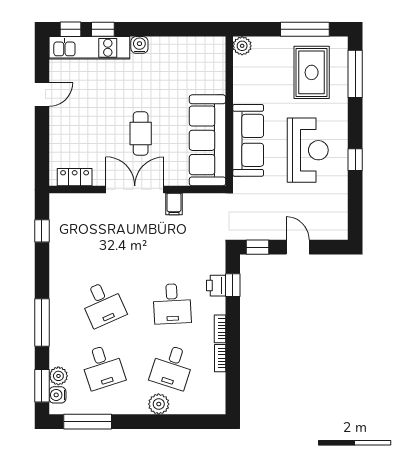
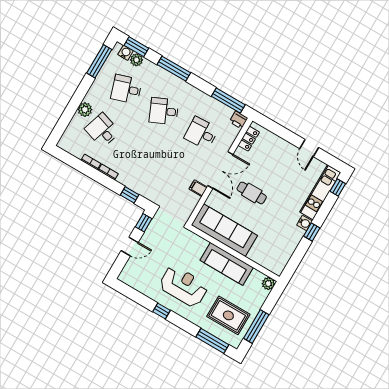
window: (103, 29) -> (312, 232), moved
sofa: (248, 140) -> (227, 264), moved
reception desk: (308, 150) -> (184, 286), turned 180
window: (42, 231) -> (228, 101), width x2.17
printer: (216, 286) -> (239, 120), moved, turned 180
desk: (172, 304) -> (201, 133), moved

